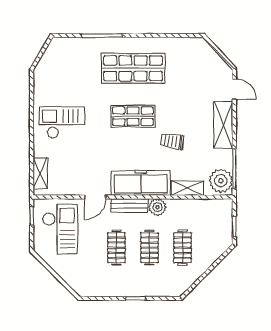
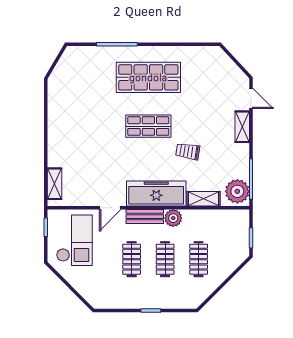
checkout: (62, 122) -> (76, 132), removed
shelving: (223, 125) -> (242, 127), width x0.67, depth x0.75

